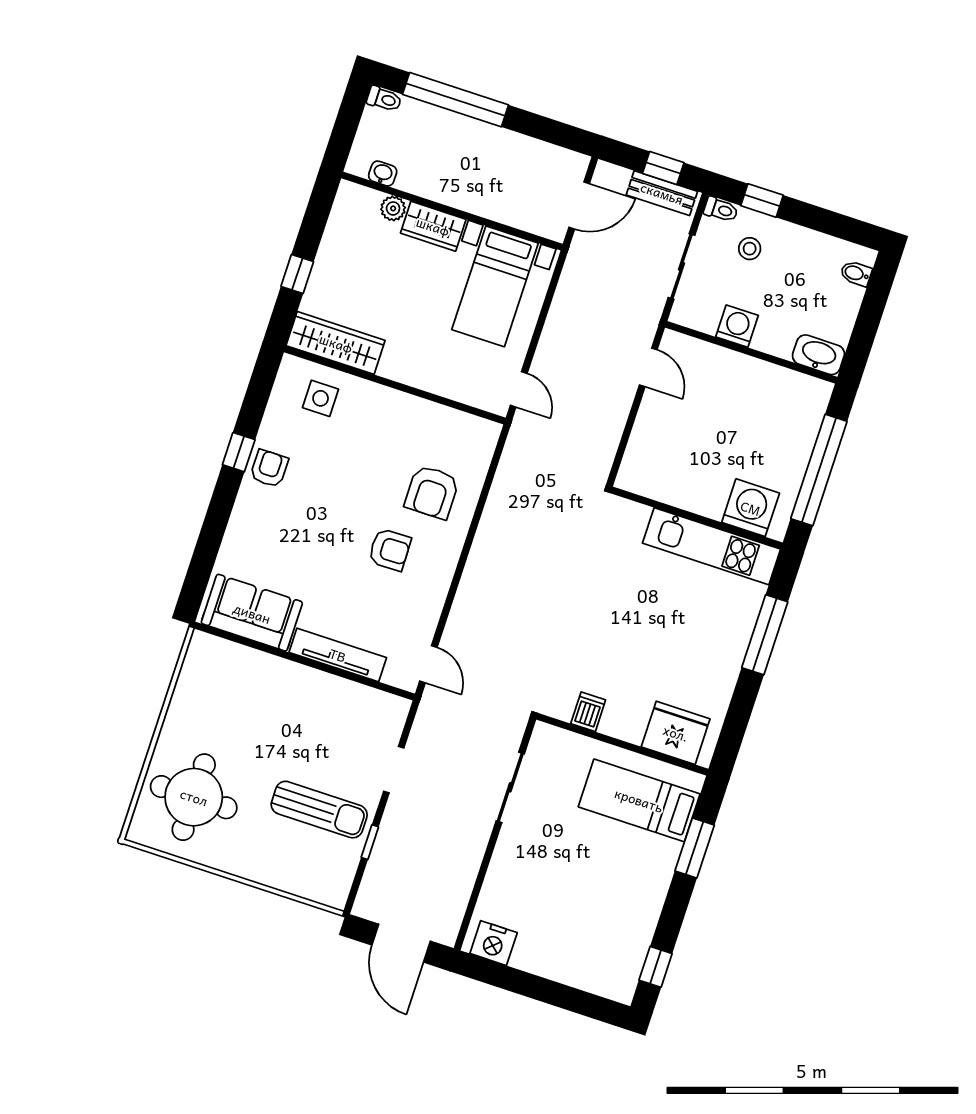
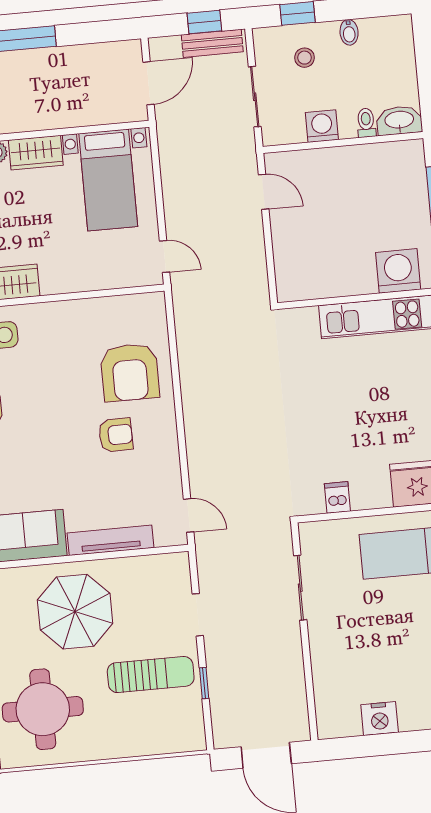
toilet: (721, 210) -> (366, 123), moved, turned -90
bidet: (856, 273) -> (349, 32), moved, turned -90
armchair: (432, 492) -> (130, 372), width x1.36, depth x1.36
parasol: (270, 712) -> (75, 612), added
nightstand: (494, 943) -> (380, 719), moved

